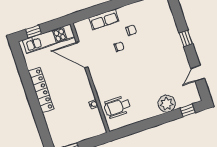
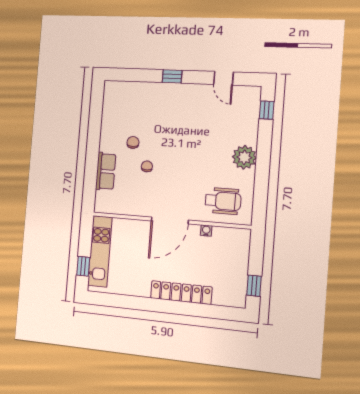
door: (82, 55) -> (170, 220), moved
locker: (41, 90) -> (181, 293), moved
plant: (167, 104) -> (244, 157), moved
wheelchair: (117, 107) -> (223, 201), turned -90

